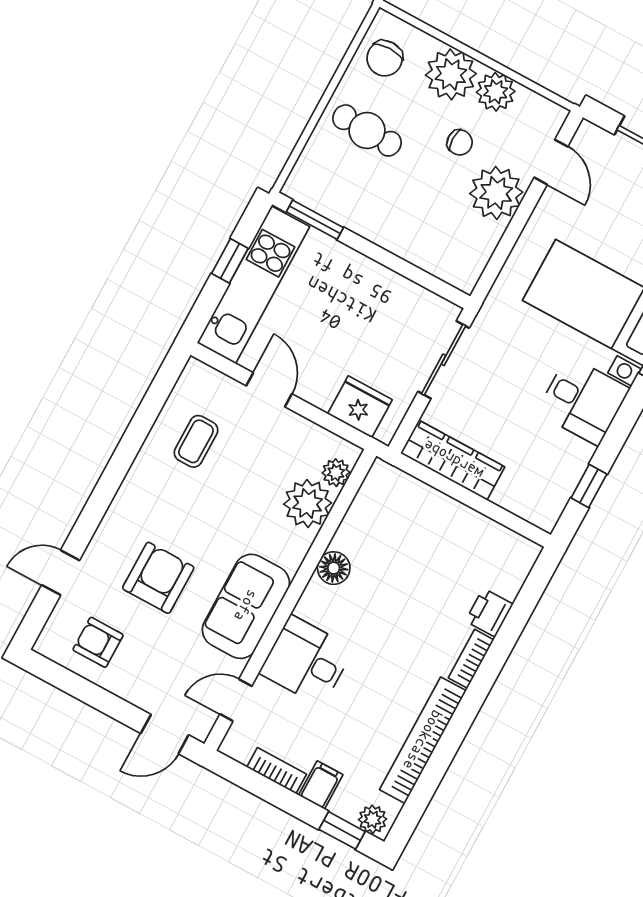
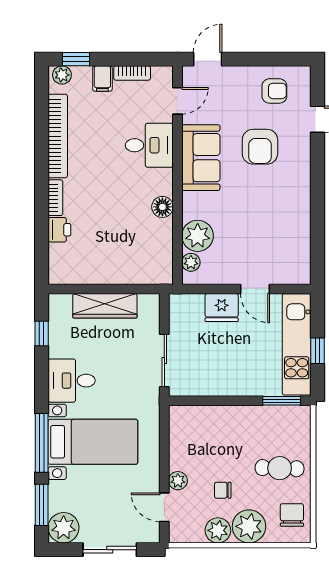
plant: (496, 193) -> (178, 481), width x0.53, depth x0.53
fridge: (360, 407) -> (222, 308), moved
coffee table: (196, 441) -> (281, 237), removed
wardrobe: (453, 460) -> (105, 306), moved

